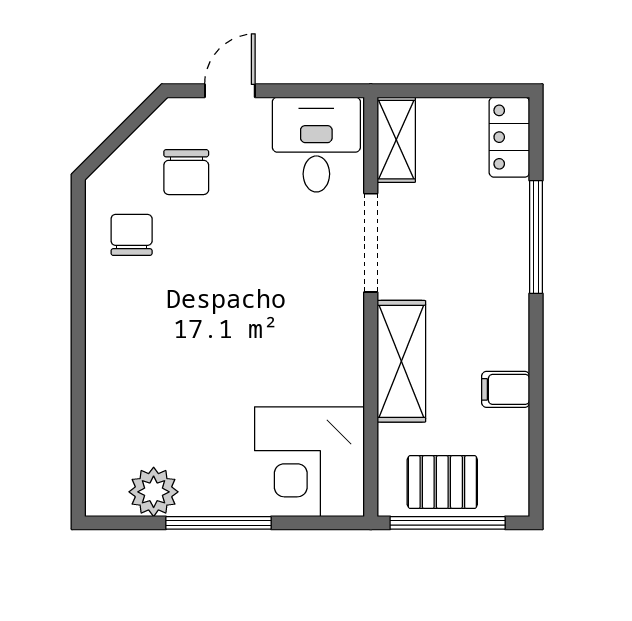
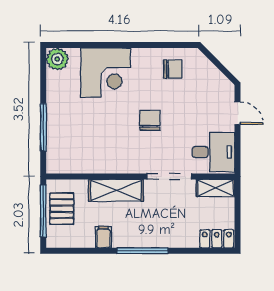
chair: (186, 172) -> (150, 120), moved, turned 90
window: (536, 237) -> (143, 251), moved
corner desk: (309, 462) -> (106, 73), moved, turned 180
plant: (154, 492) -> (57, 59), moved
window: (218, 523) -> (43, 127), moved

